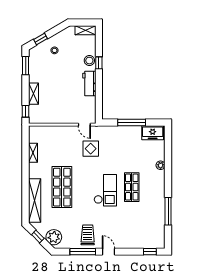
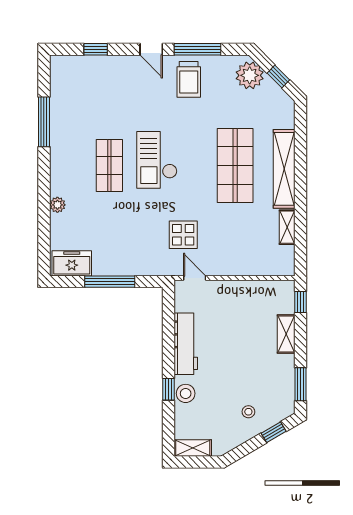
workbench: (89, 83) -> (186, 344), width x1.38
shelving: (35, 200) -> (284, 169), moved
window: (150, 252) -> (96, 49), moved

